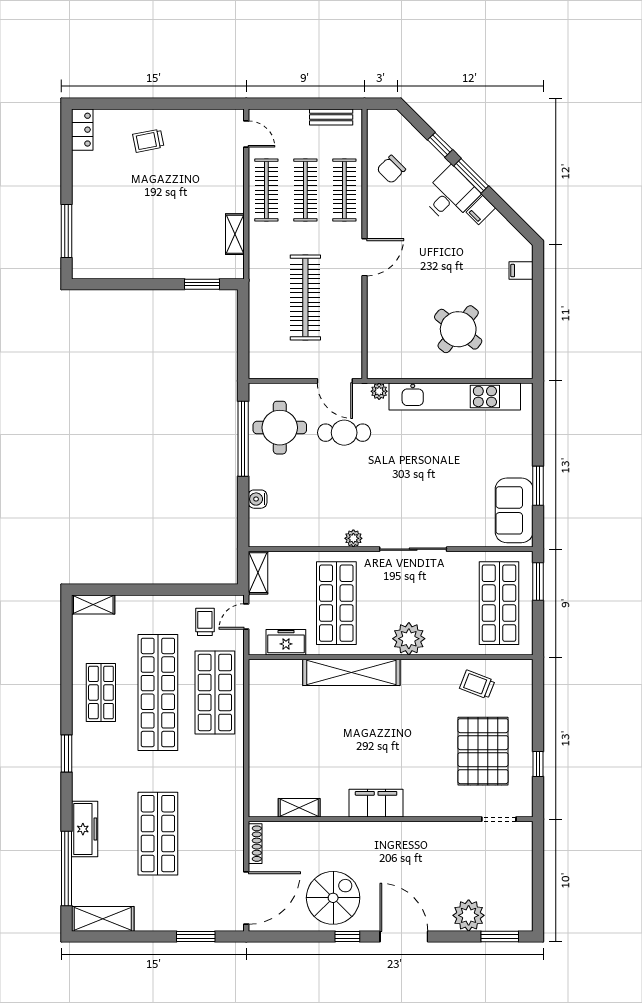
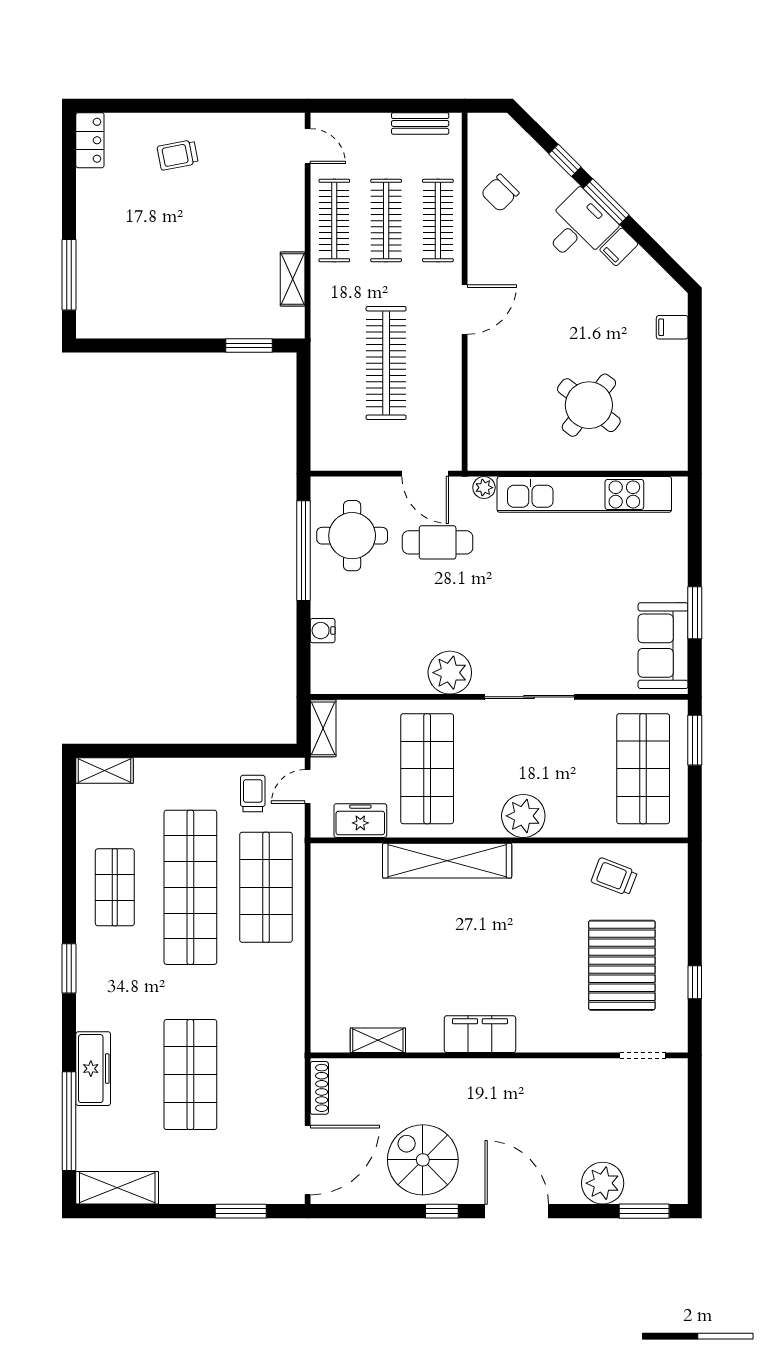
plant: (353, 538) -> (450, 673), width x1.88, depth x1.88
spiral stairs: (333, 898) -> (423, 1160), turned -90

